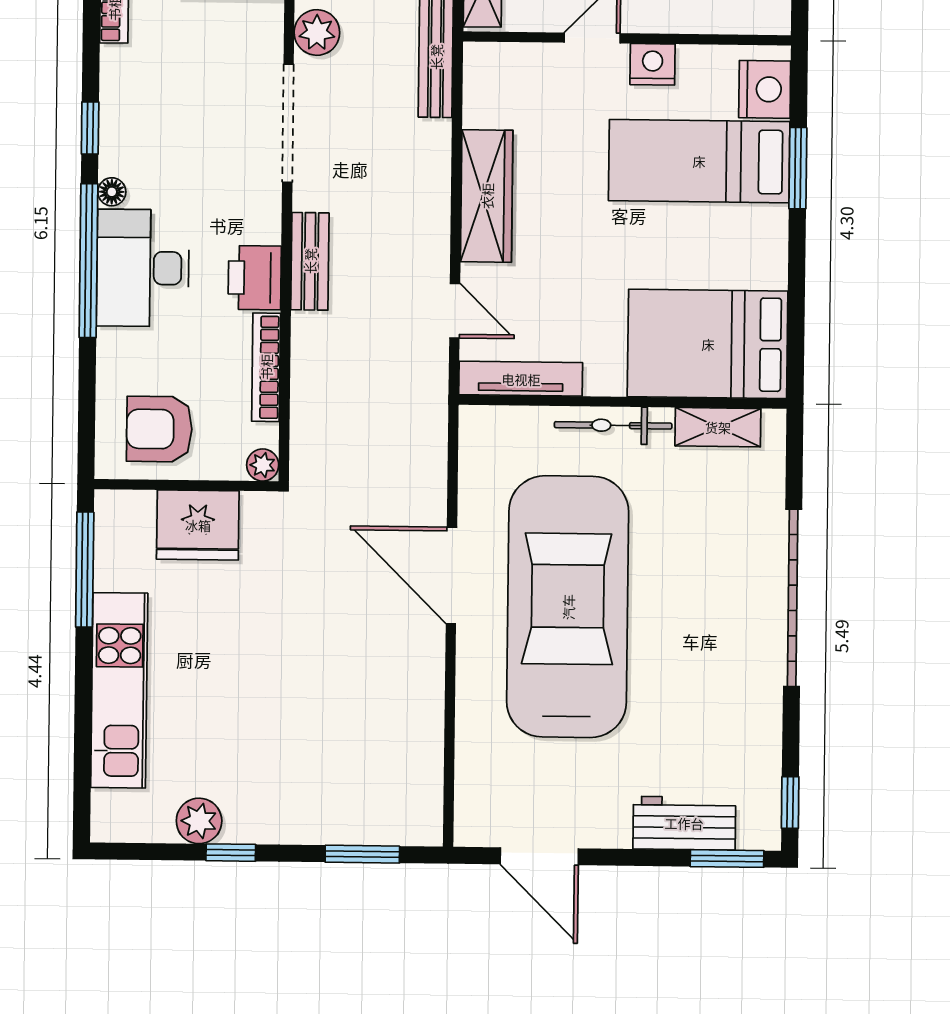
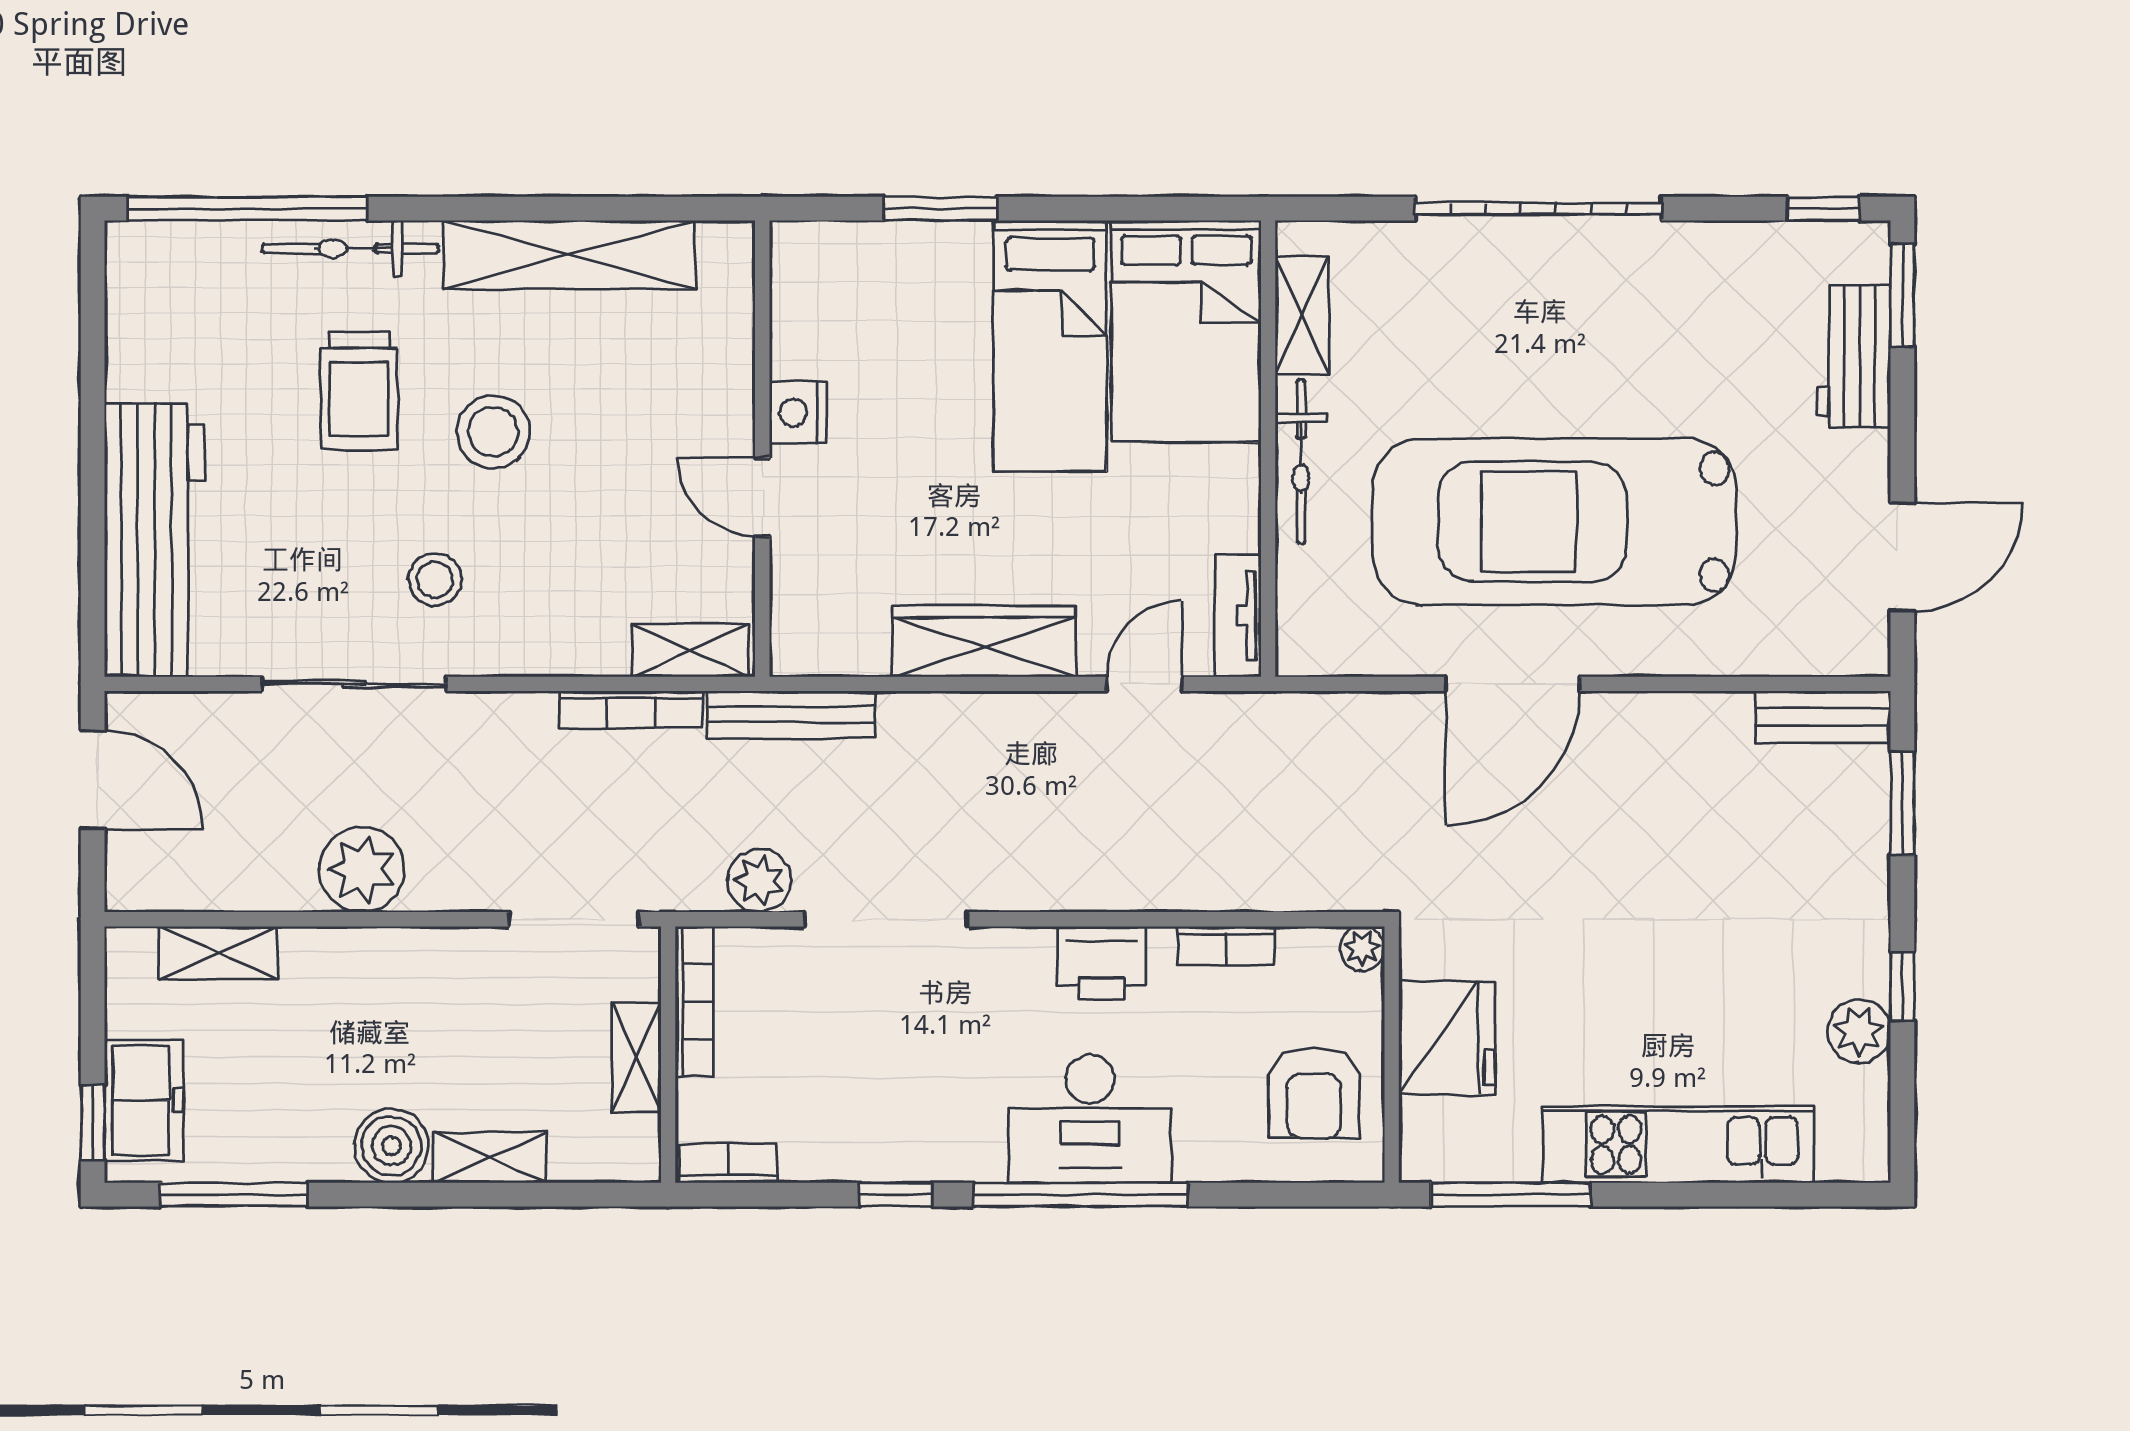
nightstand: (765, 89) -> (831, 256), removed
bed: (699, 161) -> (1050, 346), moved
floor lamp: (112, 192) -> (985, 1163), removed
bench: (310, 261) -> (1823, 717), moved
bookcase: (266, 367) -> (1226, 946), width x0.64
tv unit: (521, 379) -> (1238, 616), width x0.71

